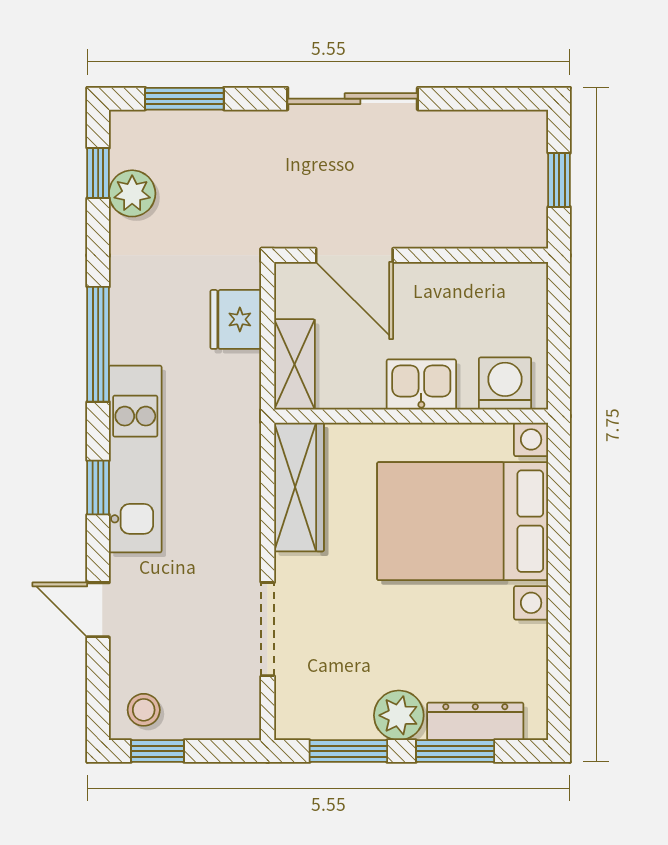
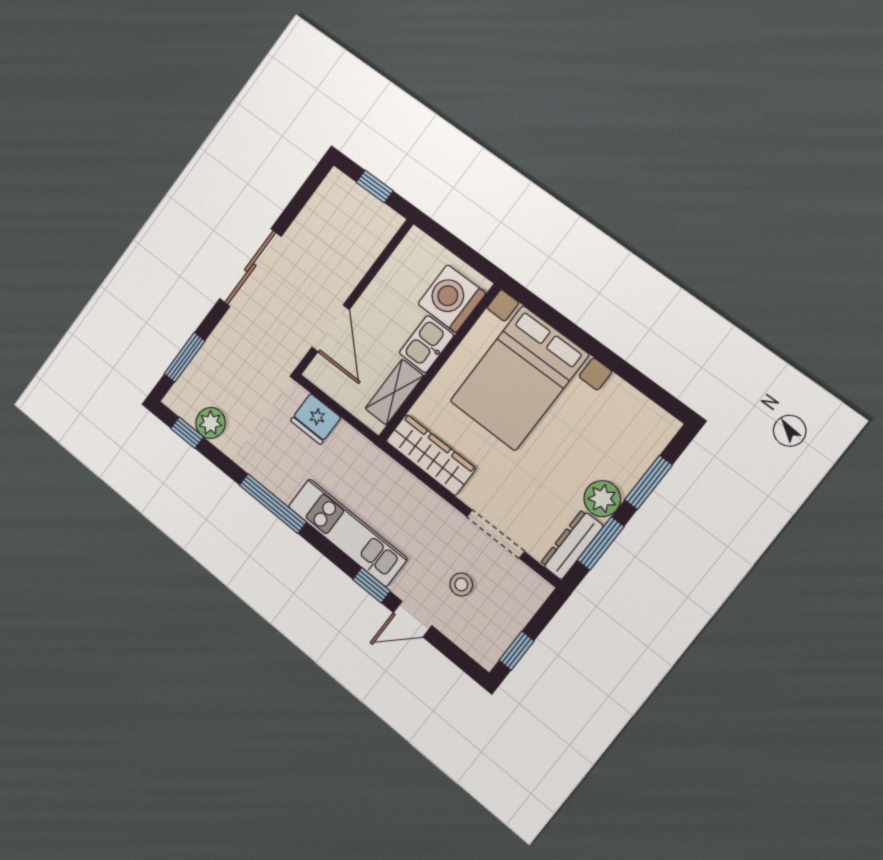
door: (354, 255) -> (331, 328), hinge flipped
shelving: (295, 364) -> (394, 392), moved, turned 90
washing machine: (505, 384) -> (452, 299), width x1.37, depth x1.37
window: (98, 487) -> (372, 585), moved
stool: (144, 710) -> (461, 584), moved
dresser: (475, 721) -> (572, 545), moved

